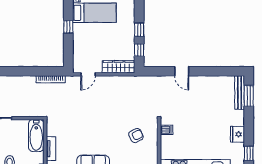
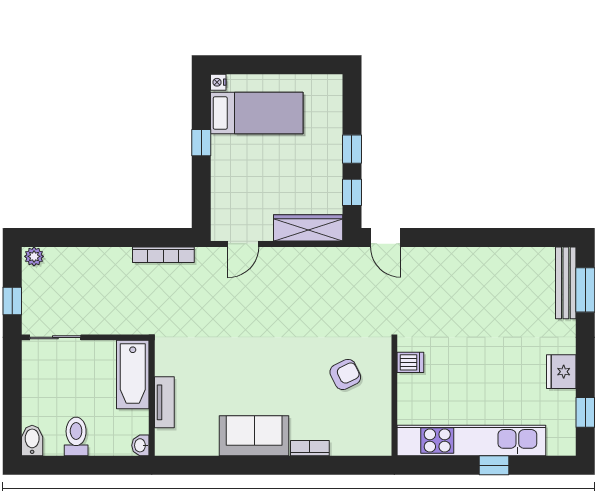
door: (182, 71) -> (386, 237), moved

